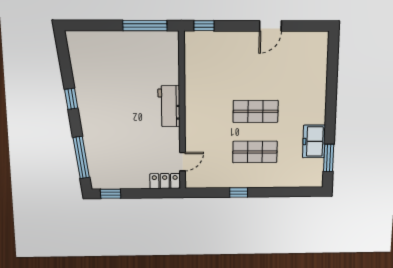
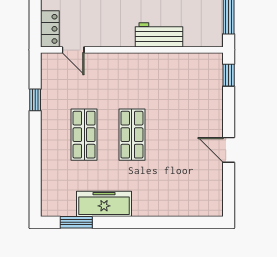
workbench: (169, 106) -> (159, 35), moved
freezer: (314, 141) -> (104, 204), width x1.40
window: (239, 192) -> (35, 100), moved

